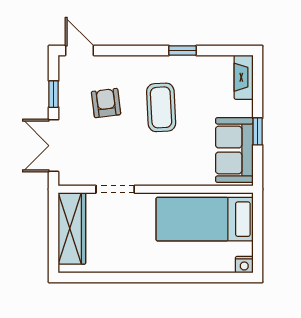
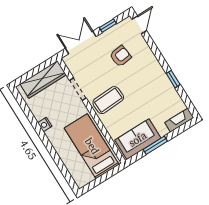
coffee table: (161, 107) -> (108, 100), moved
window: (258, 131) -> (155, 145), width x1.50
nightstand: (244, 265) -> (45, 124), moved

